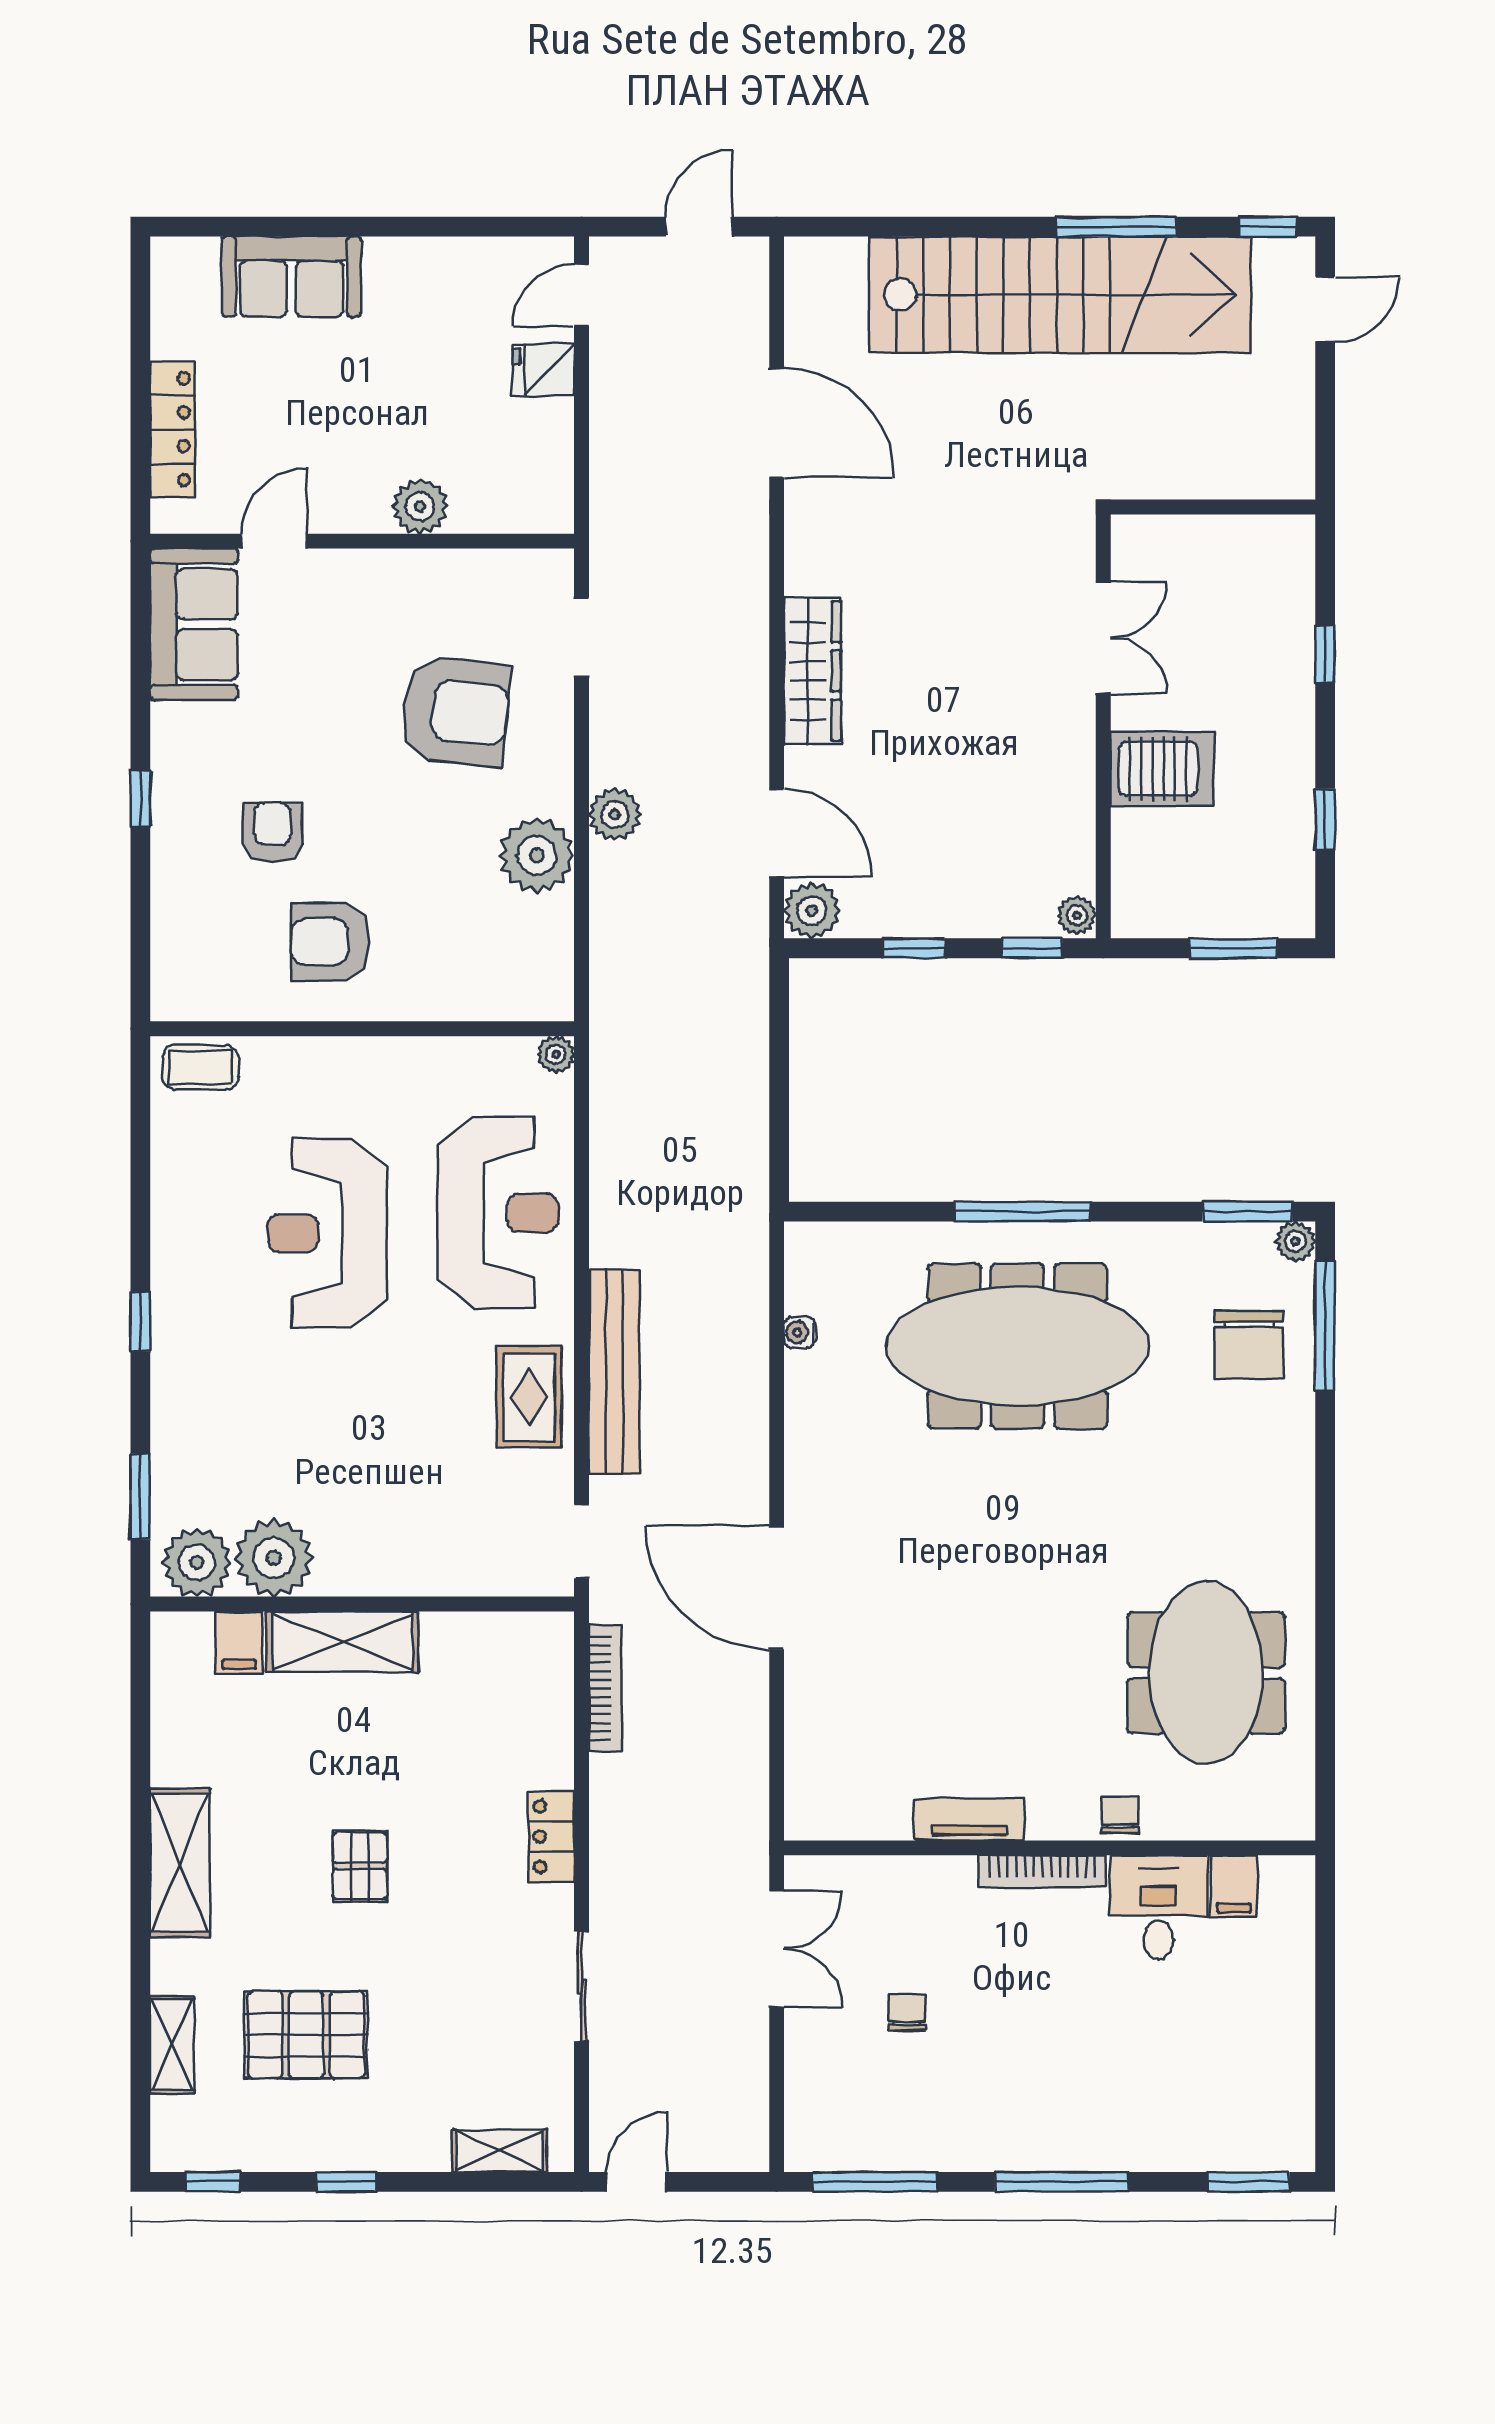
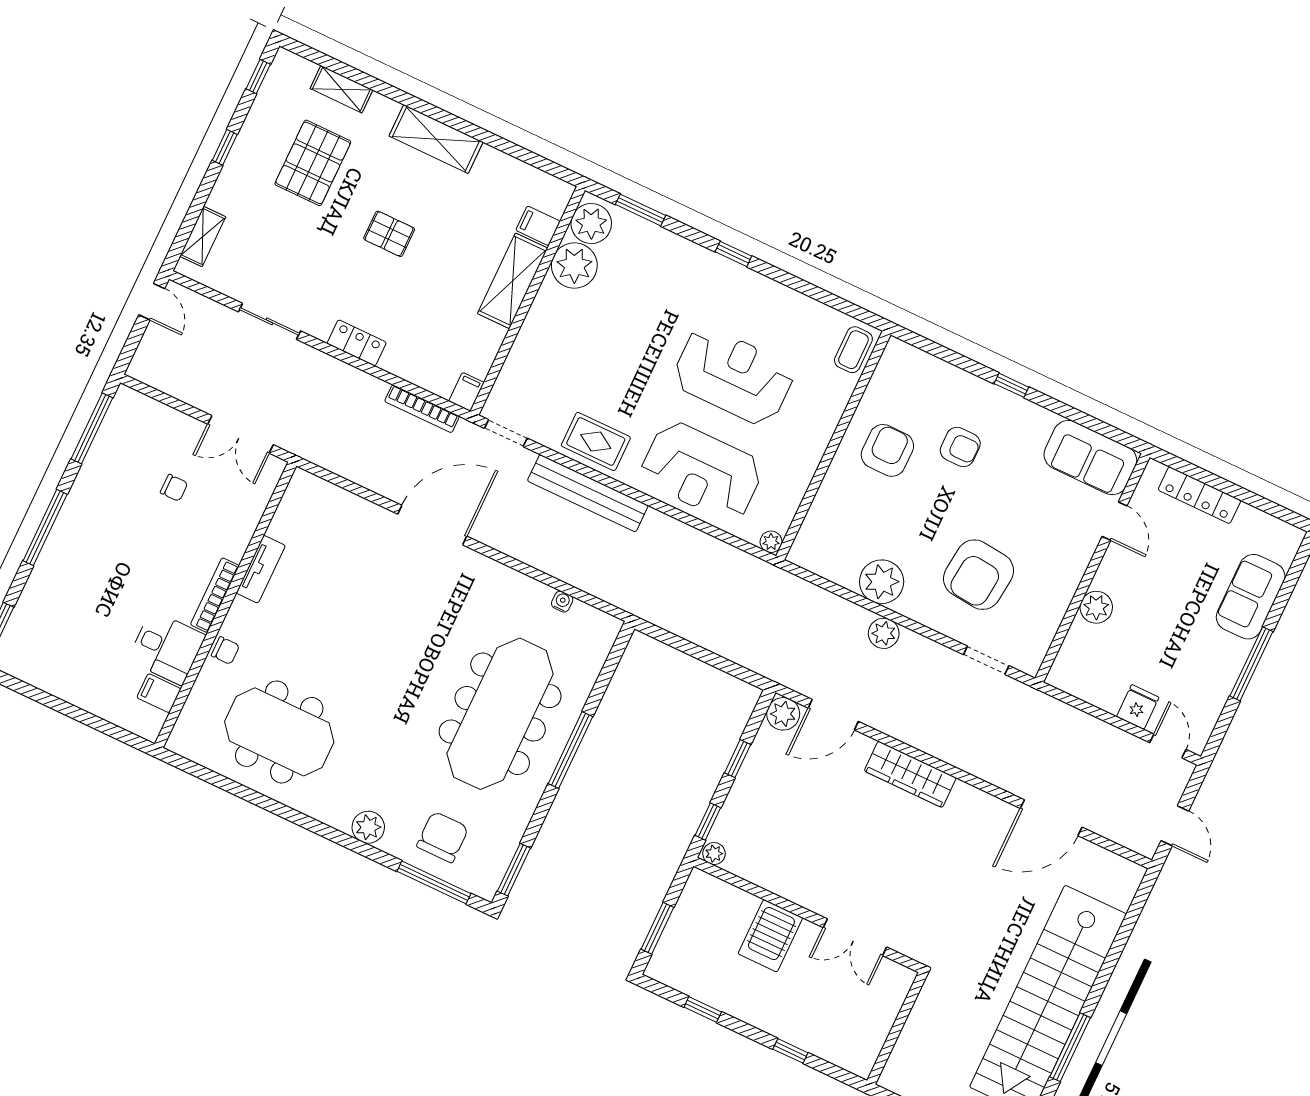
window: (394, 227) -> (1251, 664), added
plant: (1295, 1241) -> (368, 827), moved, width x1.38, depth x1.38
chair: (1249, 1345) -> (443, 837), turned 90
filing cabinet: (547, 1632) -> (466, 392), added

